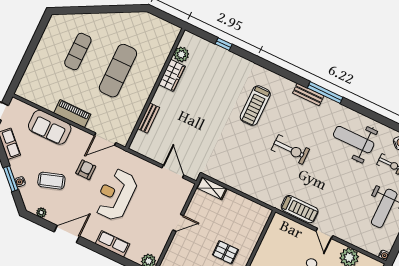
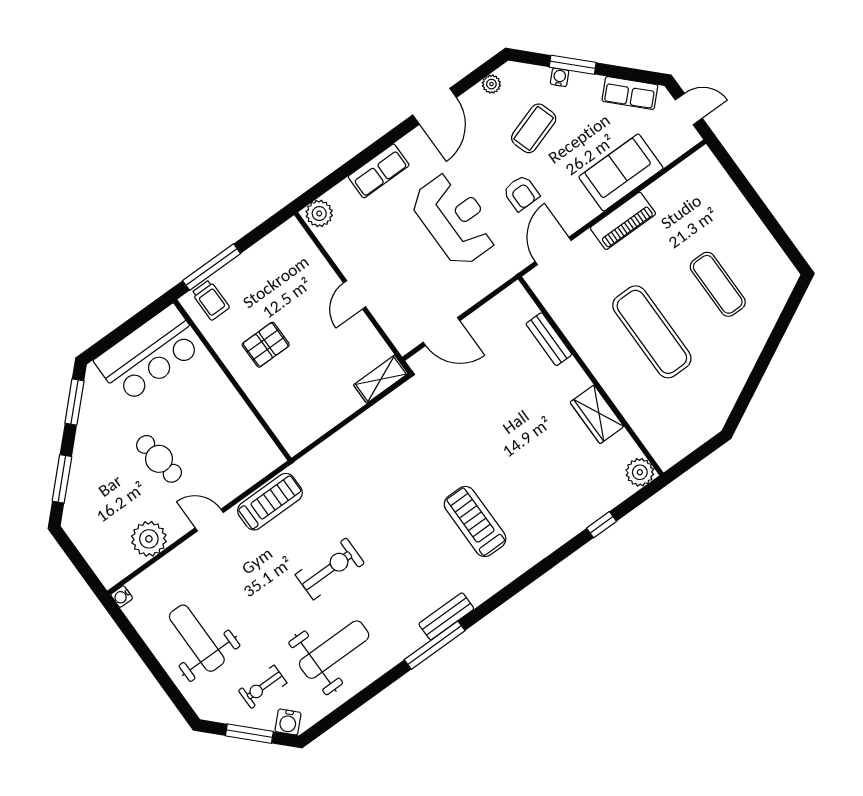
plant: (181, 54) -> (640, 472), moved
exercise bike: (290, 149) -> (330, 569), moved, turned 180
treadmill: (300, 209) -> (270, 502), turned 180

